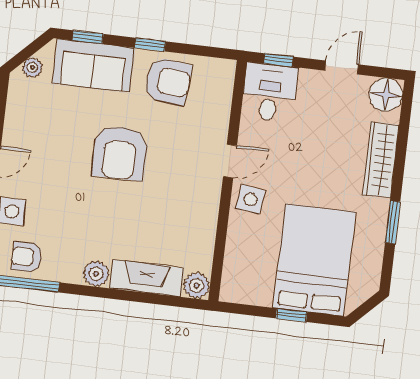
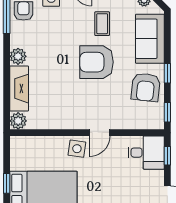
window: (88, 37) -> (167, 112), moved
coffee table: (61, 137) -> (102, 24), added
door: (230, 161) -> (100, 133), hinge flipped

